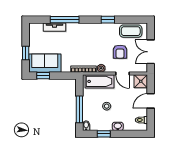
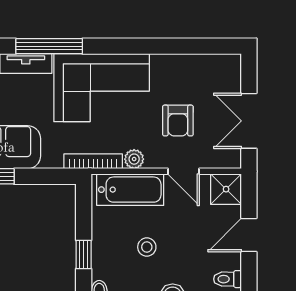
window: (108, 20) -> (150, 46), removed
coffee table: (131, 31) -> (203, 73), removed
corner sofa: (87, 37) -> (102, 88), added
window: (79, 109) -> (84, 254), width x0.46

